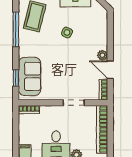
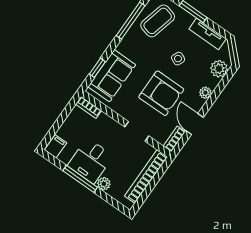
plant: (100, 20) -> (219, 69), added
plant: (102, 55) -> (205, 93), moved
armchair: (72, 65) -> (161, 93), added

